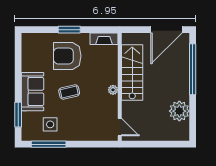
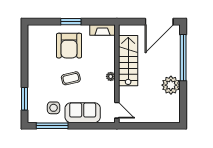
armchair: (67, 56) -> (69, 46), turned -90
sofa: (33, 92) -> (83, 113), moved, turned -90
plant: (179, 111) -> (171, 85), moved

